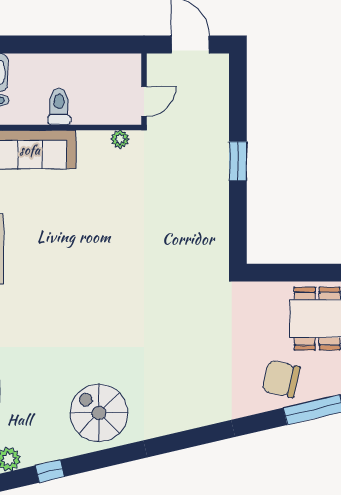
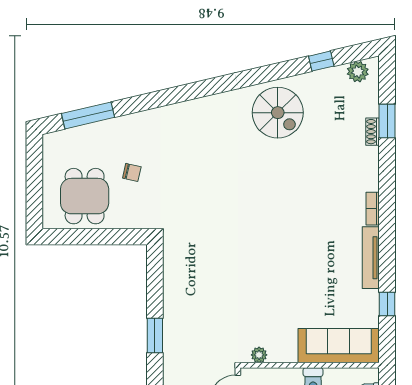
chair: (281, 379) -> (132, 172), moved, width x0.54, depth x0.54

